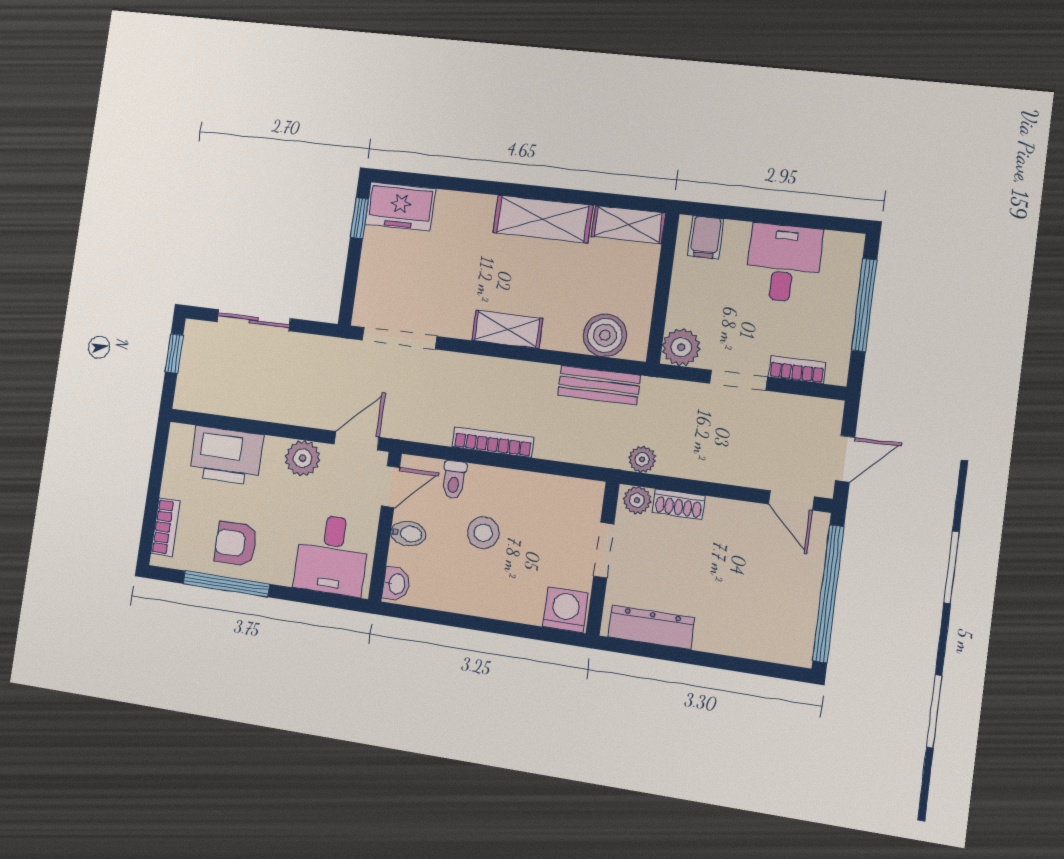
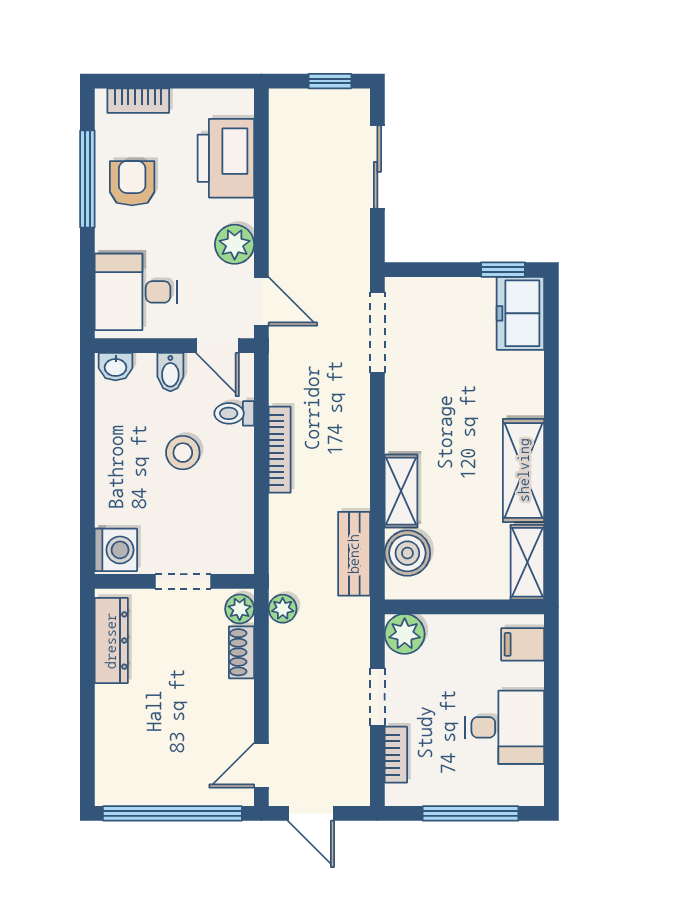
shelving: (507, 329) -> (401, 491), moved

